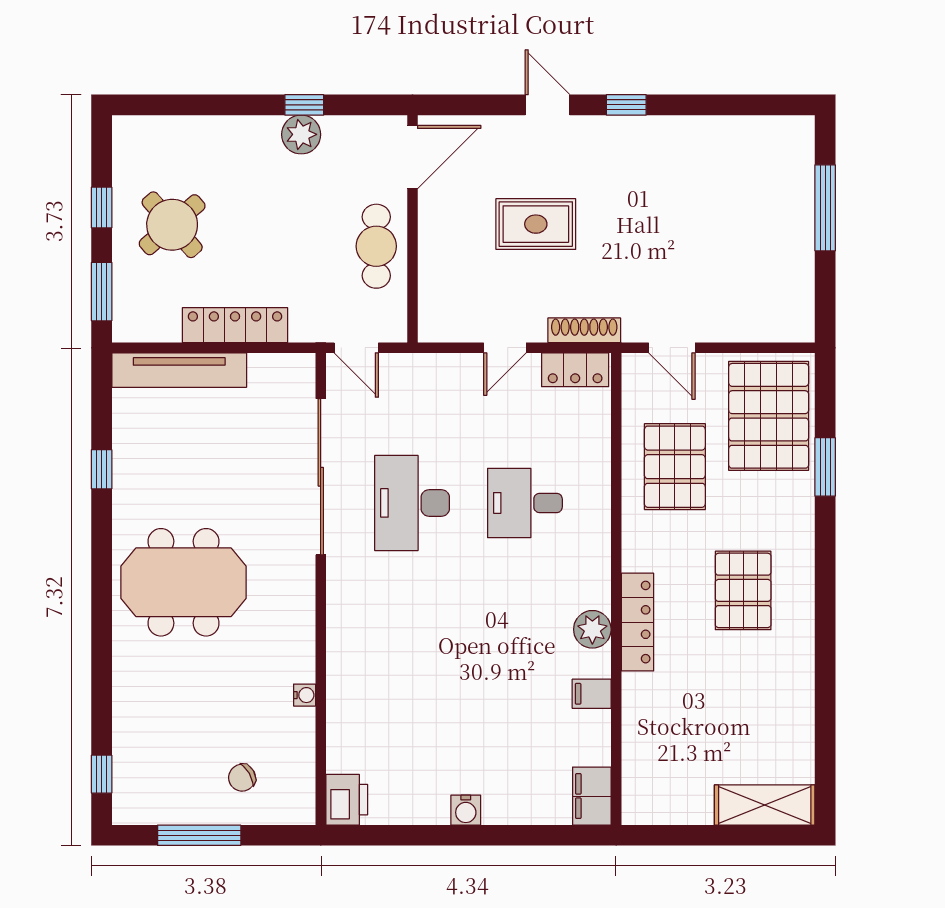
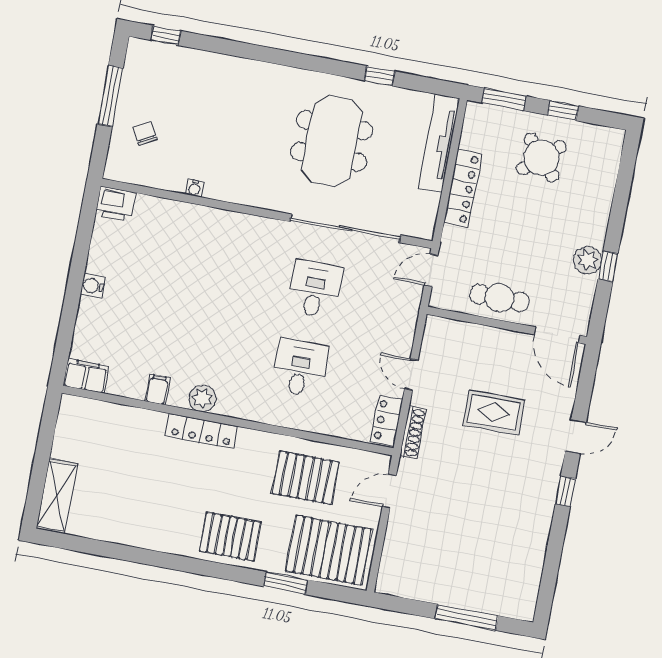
rug: (536, 224) -> (494, 412), turned 90
desk: (412, 503) -> (315, 289), width x0.73
meeting table: (184, 582) -> (332, 141), moved
pallet: (743, 590) -> (230, 536), moved

